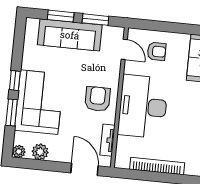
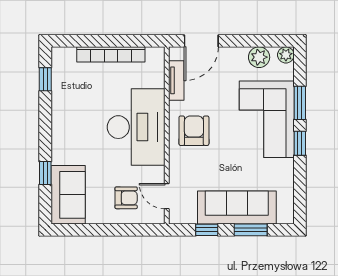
window: (95, 20) -> (207, 230), width x0.67
armchair: (157, 51) -> (126, 198), turned 180
armchair: (98, 99) -> (194, 131), turned 180
door: (84, 169) -> (201, 41), hinge flipped

